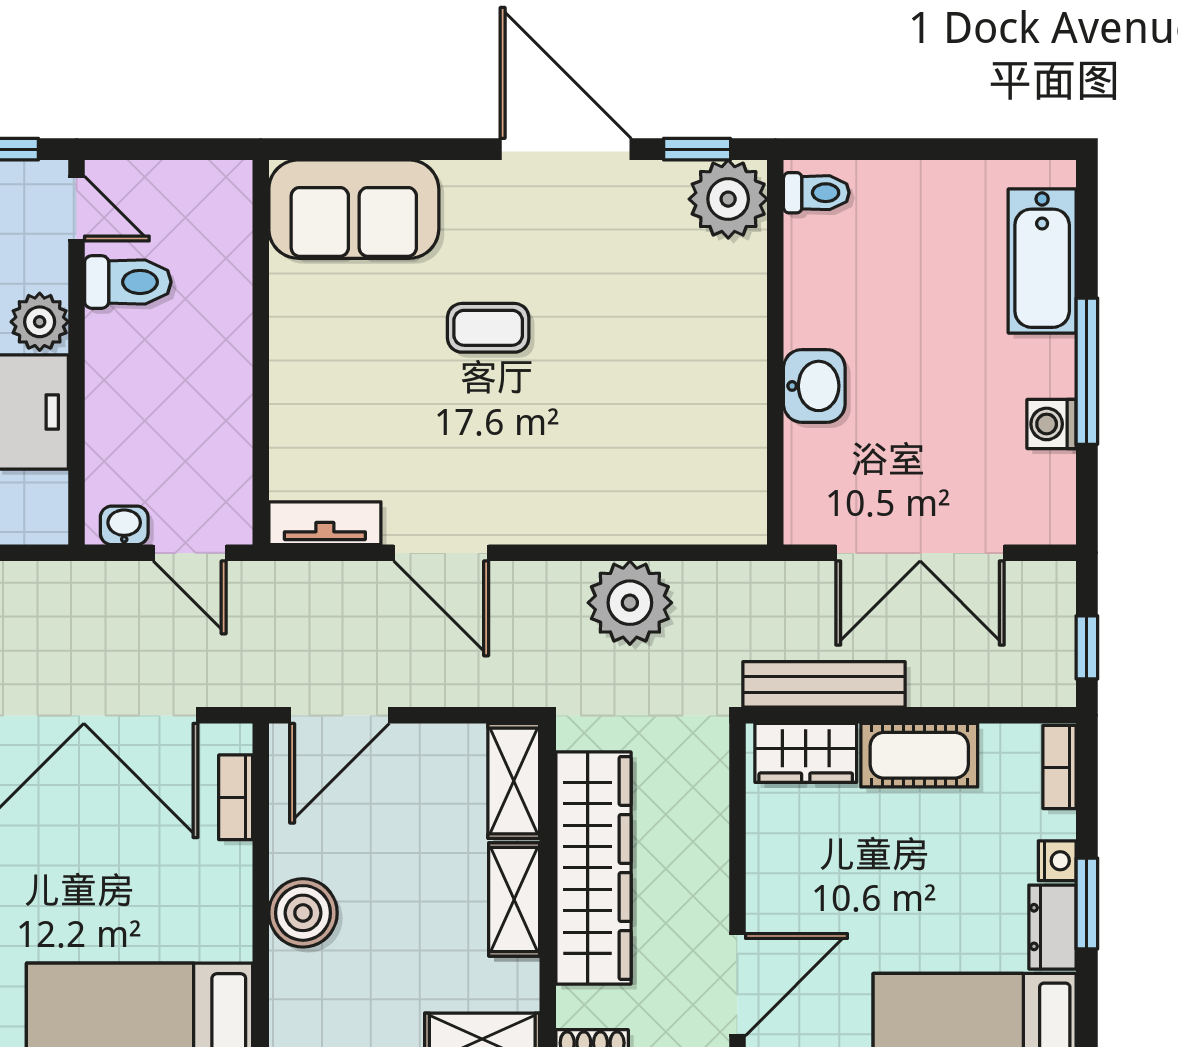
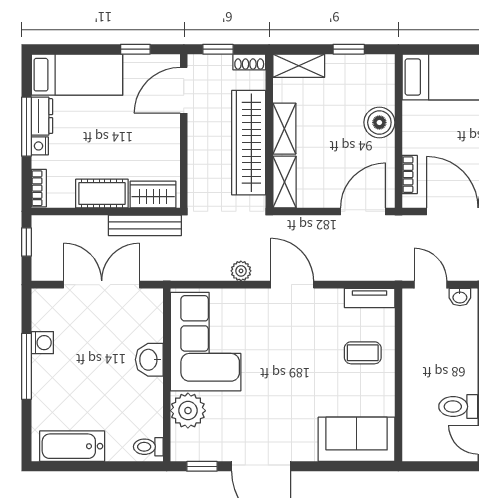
plant: (728, 199) -> (188, 411), moved
bathtub: (1042, 261) -> (72, 446), moved, turned -90
coffee table: (488, 328) -> (363, 353), moved
corner sofa: (689, 426) -> (206, 342), added
door: (441, 553) -> (292, 285), moved
plant: (630, 603) -> (241, 271), width x0.53, depth x0.53
window: (1087, 903) -> (26, 127), width x1.44

